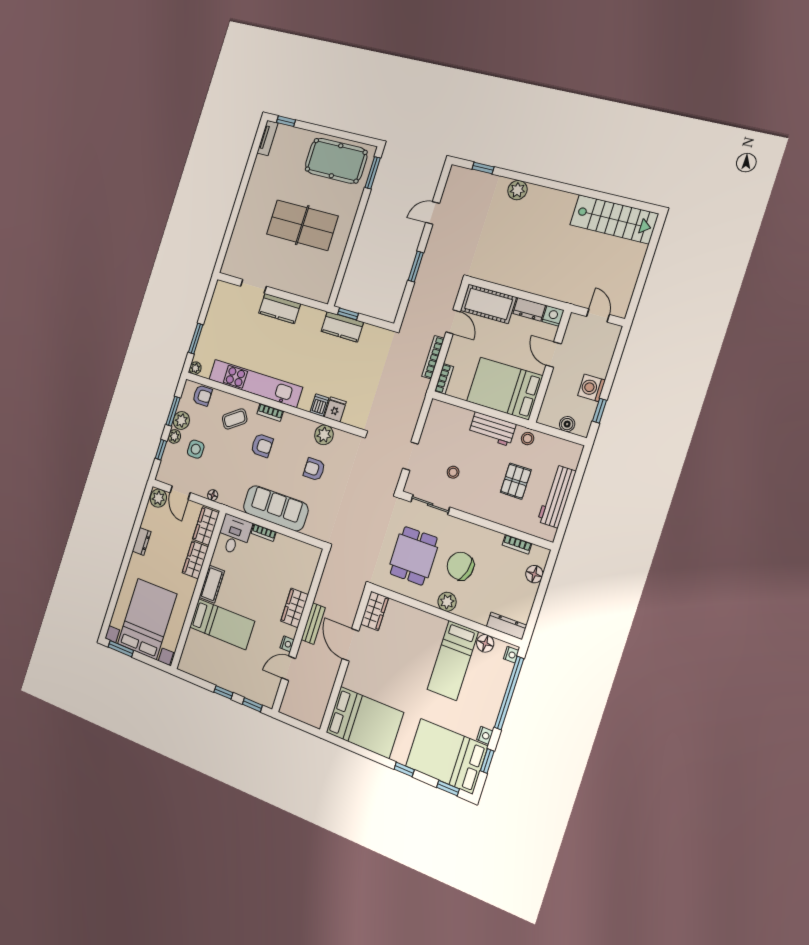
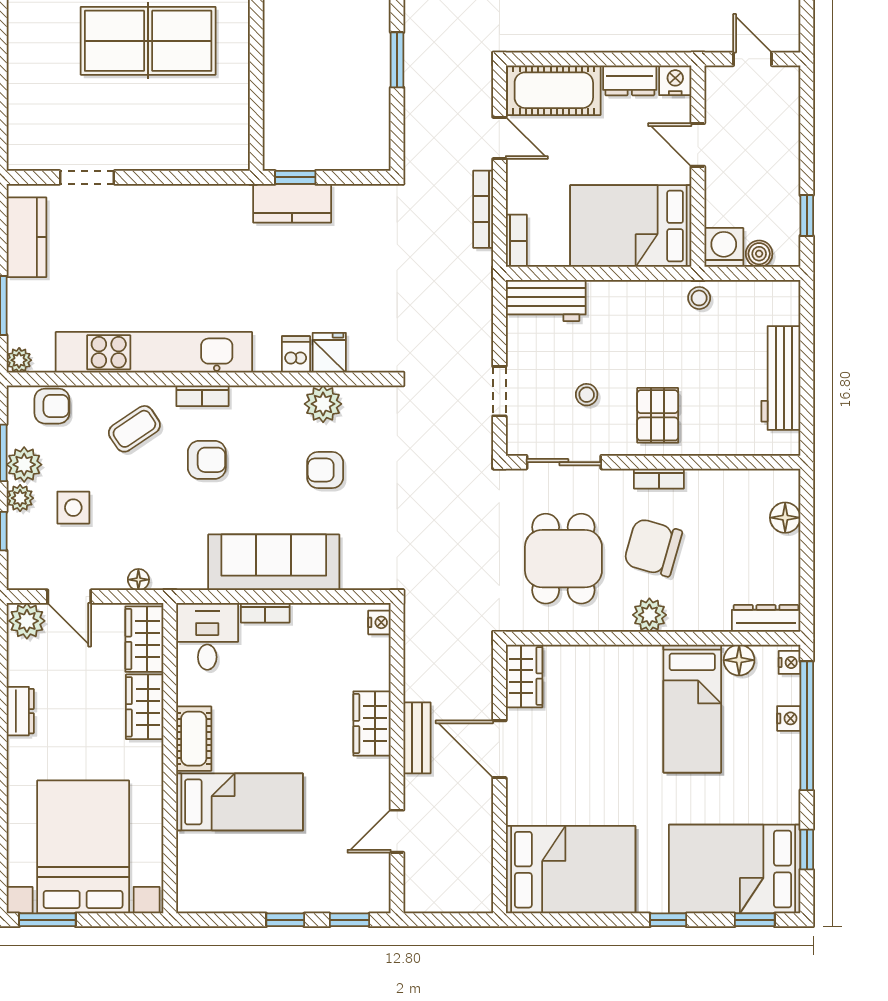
kitchen counter: (280, 308) -> (26, 237), moved, turned -90
washing machine: (591, 388) -> (724, 247), moved, turned 90
workbench: (492, 429) -> (546, 300), moved
pallet: (516, 481) -> (658, 415), moved
bookcase: (517, 544) -> (659, 479), moved
nightstand: (287, 644) -> (379, 622), moved
nightstand: (485, 735) -> (789, 718), moved

